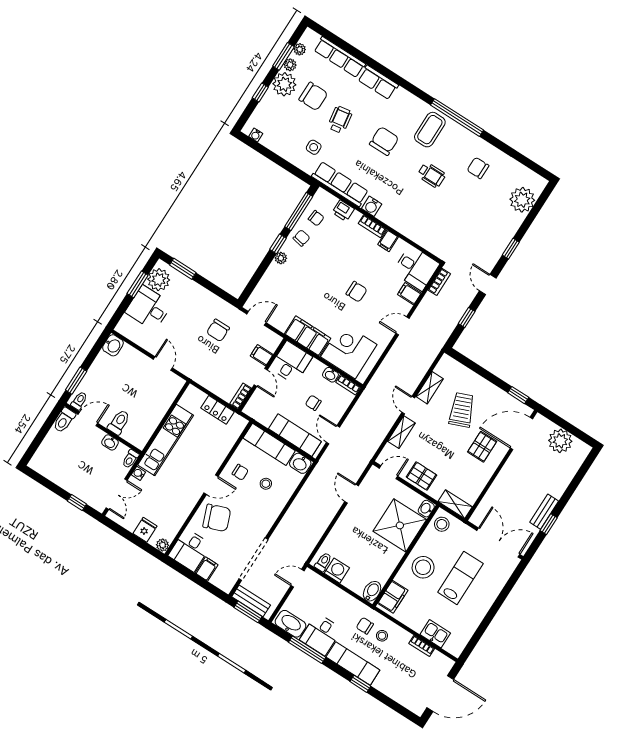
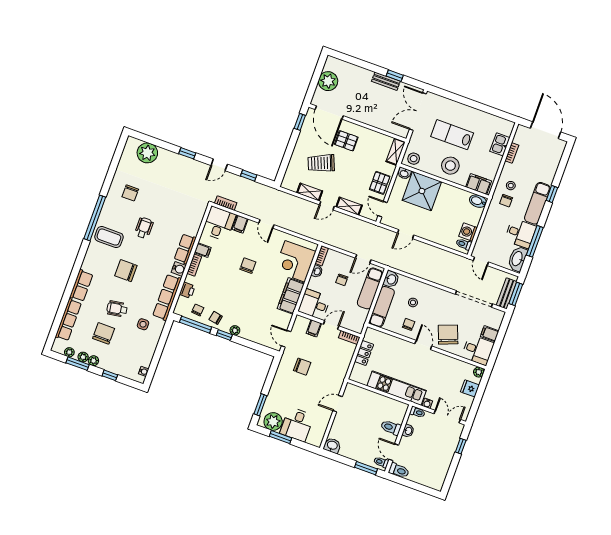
plant: (284, 84) -> (93, 361), width x0.53, depth x0.53
row of seats: (395, 220) -> (185, 249), added

